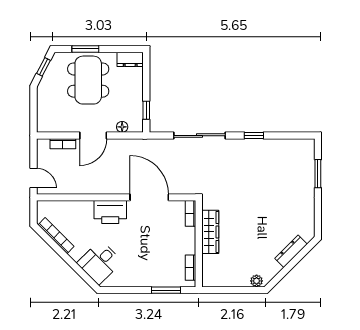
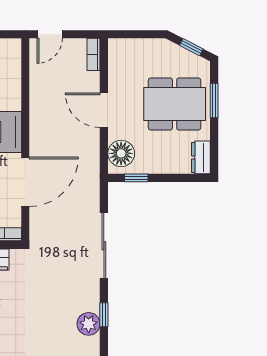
floor lamp: (122, 127) -> (121, 153), width x1.89, depth x1.89
bookcase: (63, 144) -> (94, 54), moved
plant: (261, 148) -> (89, 324), added

